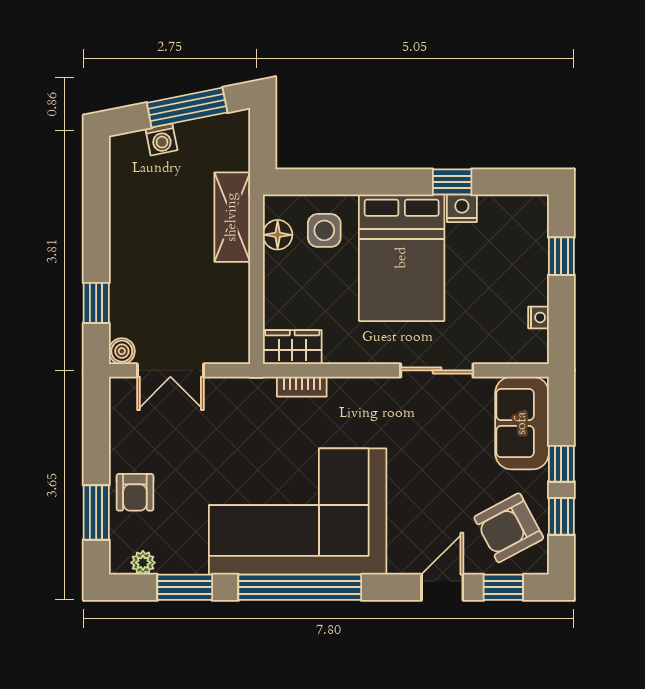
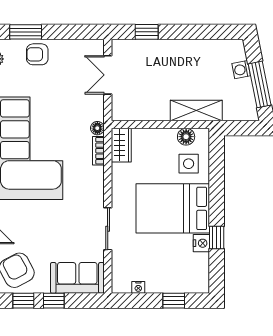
boiler: (122, 351) -> (119, 47), removed
floor lamp: (263, 388) -> (97, 128), added

